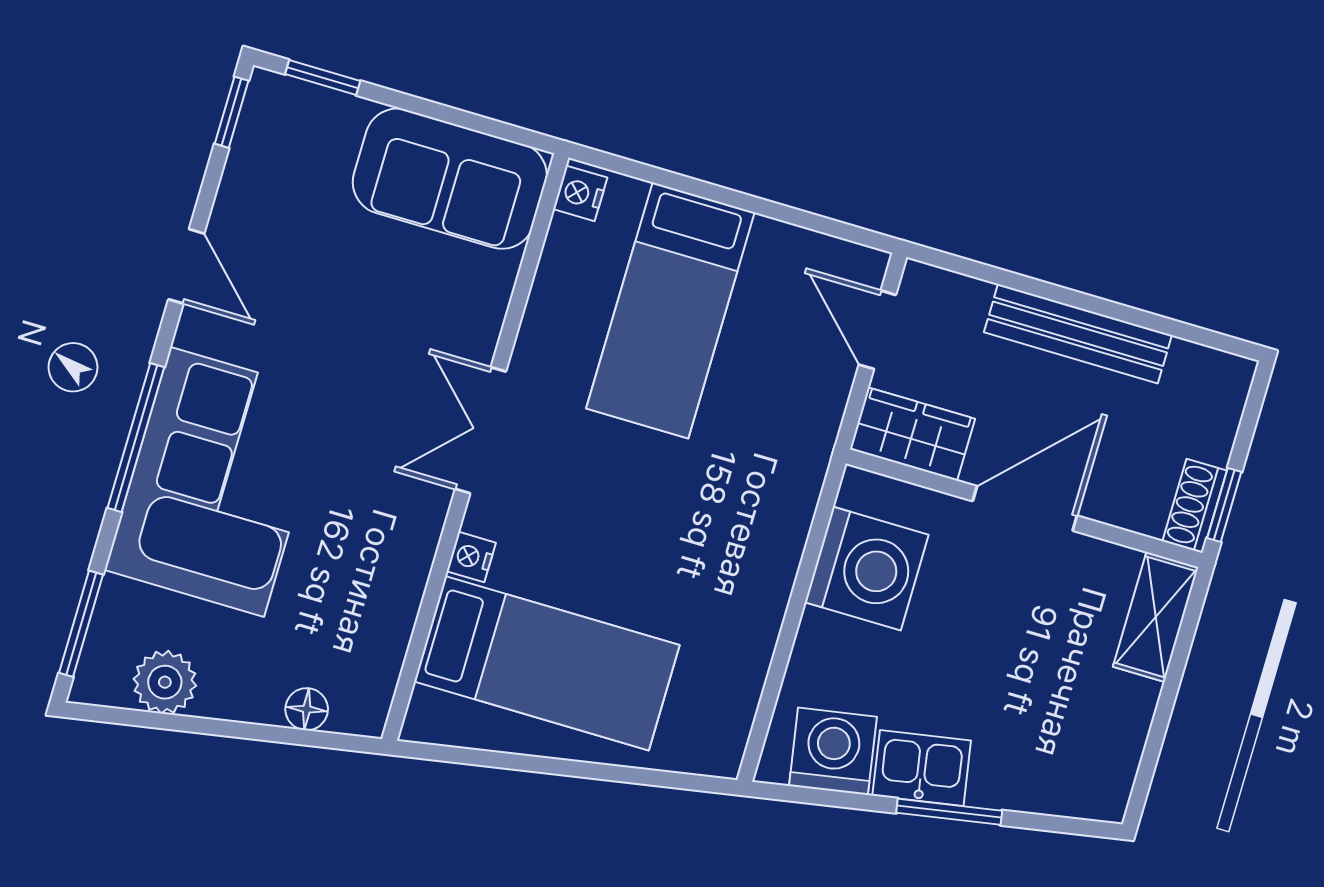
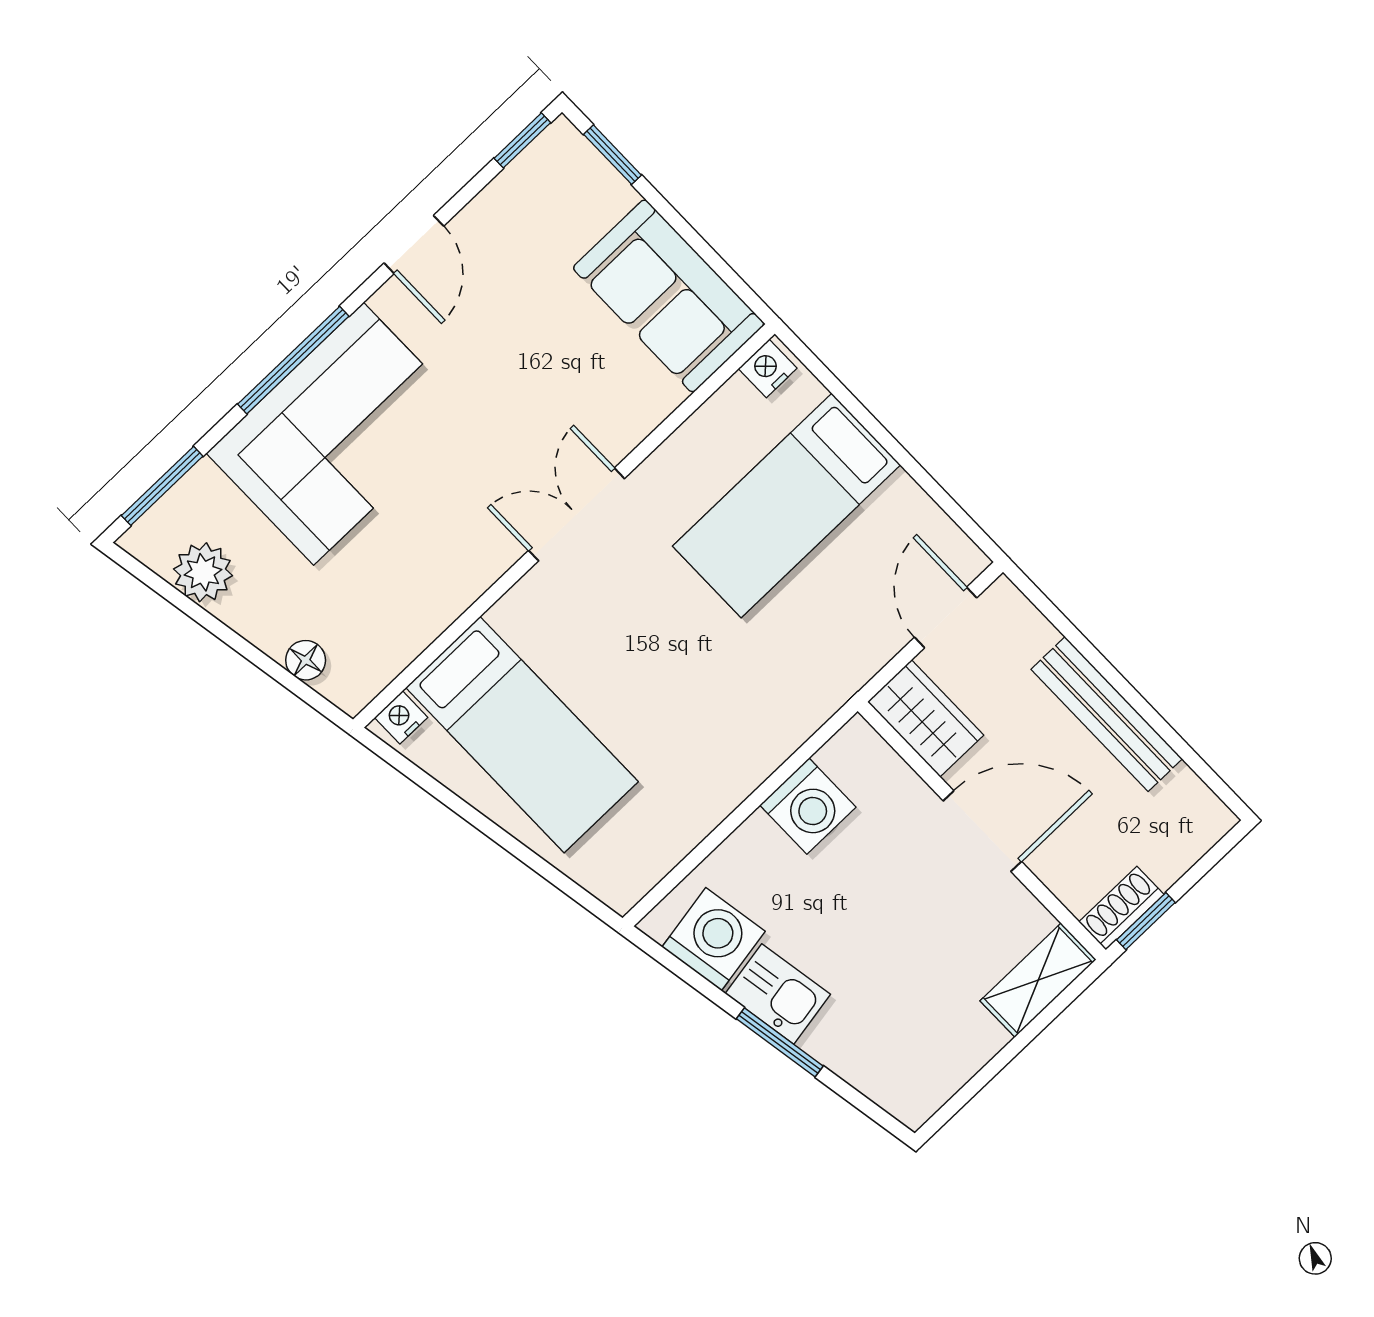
nightstand: (471, 557) -> (401, 717), moved
washing machine: (867, 569) -> (808, 806), width x0.73, depth x0.73

